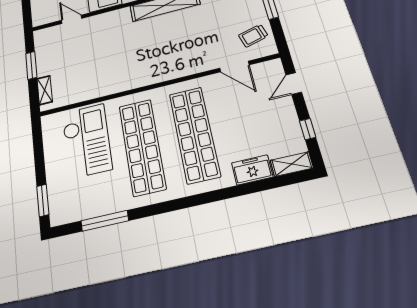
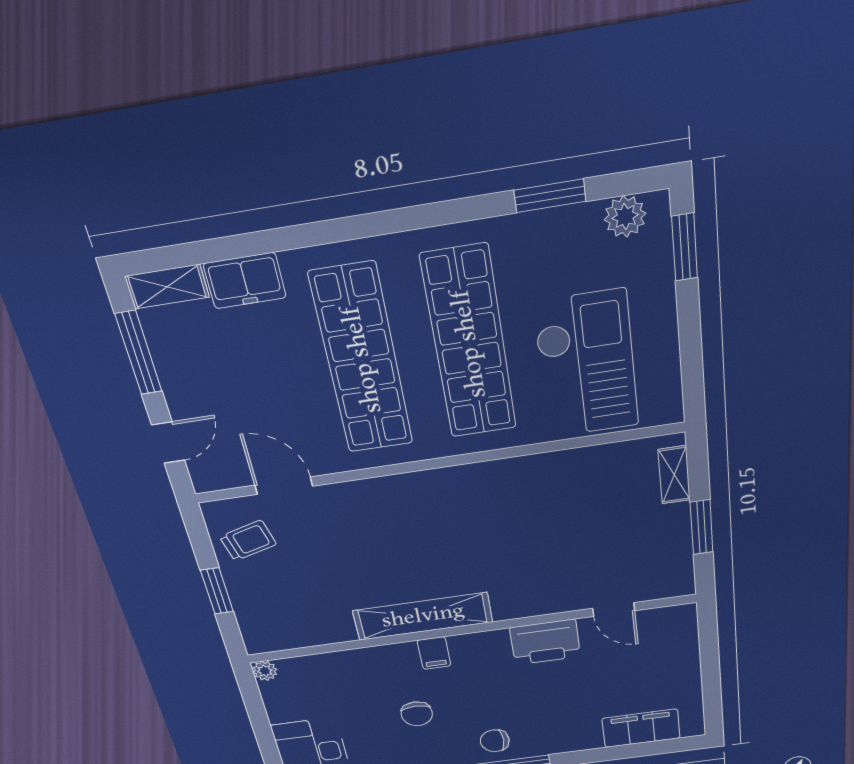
window: (308, 129) -> (139, 353), width x2.17
checkout: (87, 141) -> (586, 365), turned 180
plant: (70, 213) -> (625, 217), added
window: (105, 221) -> (550, 196), width x0.69

